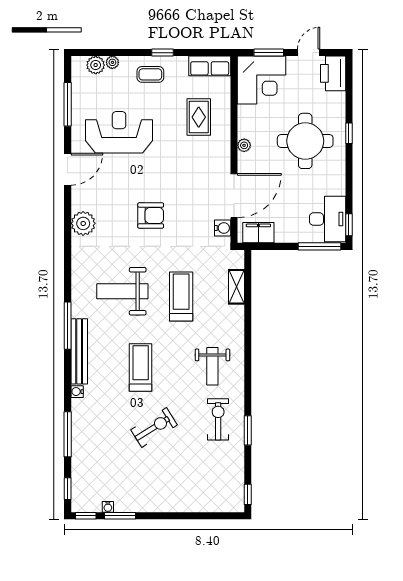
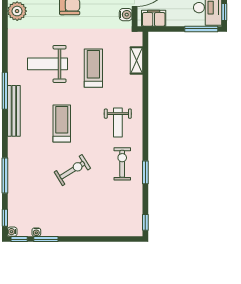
water cooler: (77, 392) -> (12, 232), moved

